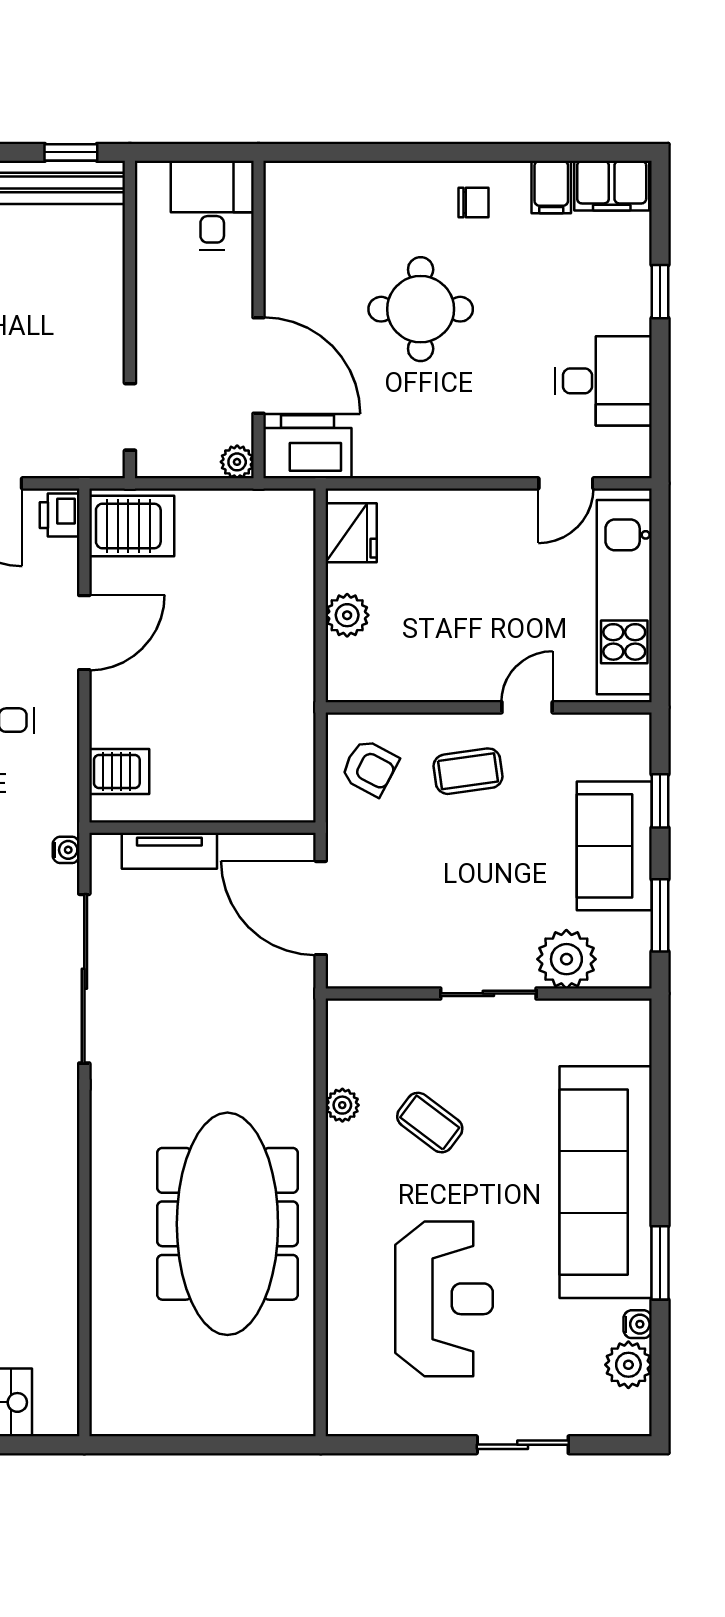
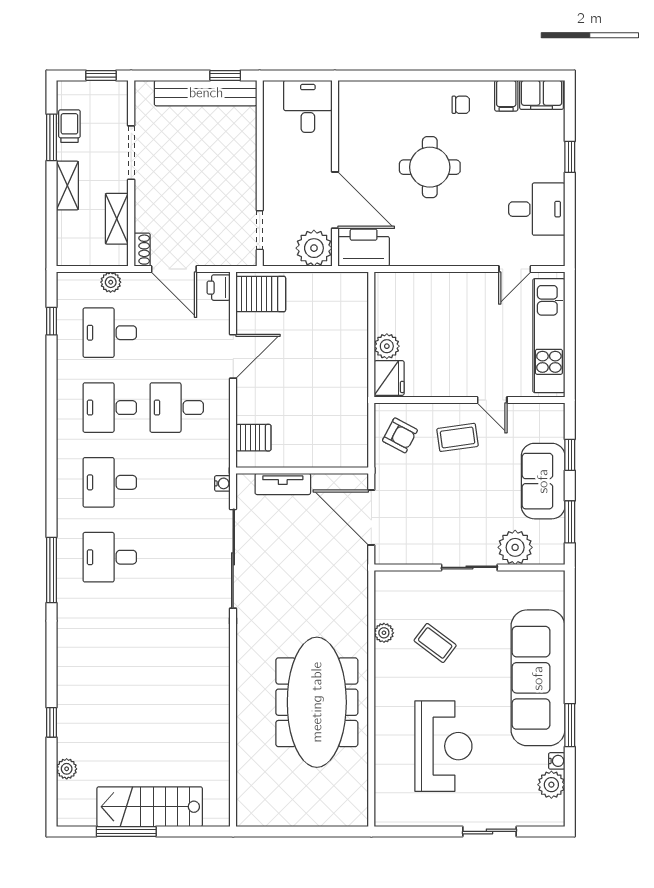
plant: (237, 462) -> (314, 248), width x1.88, depth x1.88
fridge: (351, 533) -> (389, 378), moved
door: (527, 707) -> (492, 400), swing flipped

